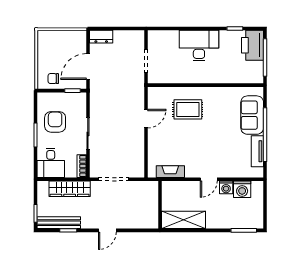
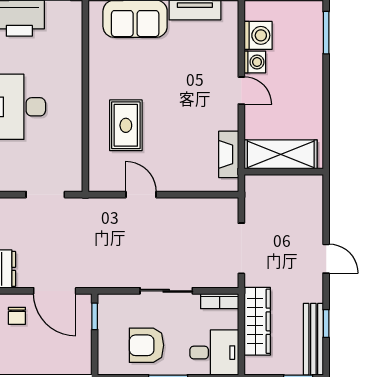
chair: (53, 79) -> (17, 316), moved
shelving: (183, 220) -> (281, 154), moved, turned 90

